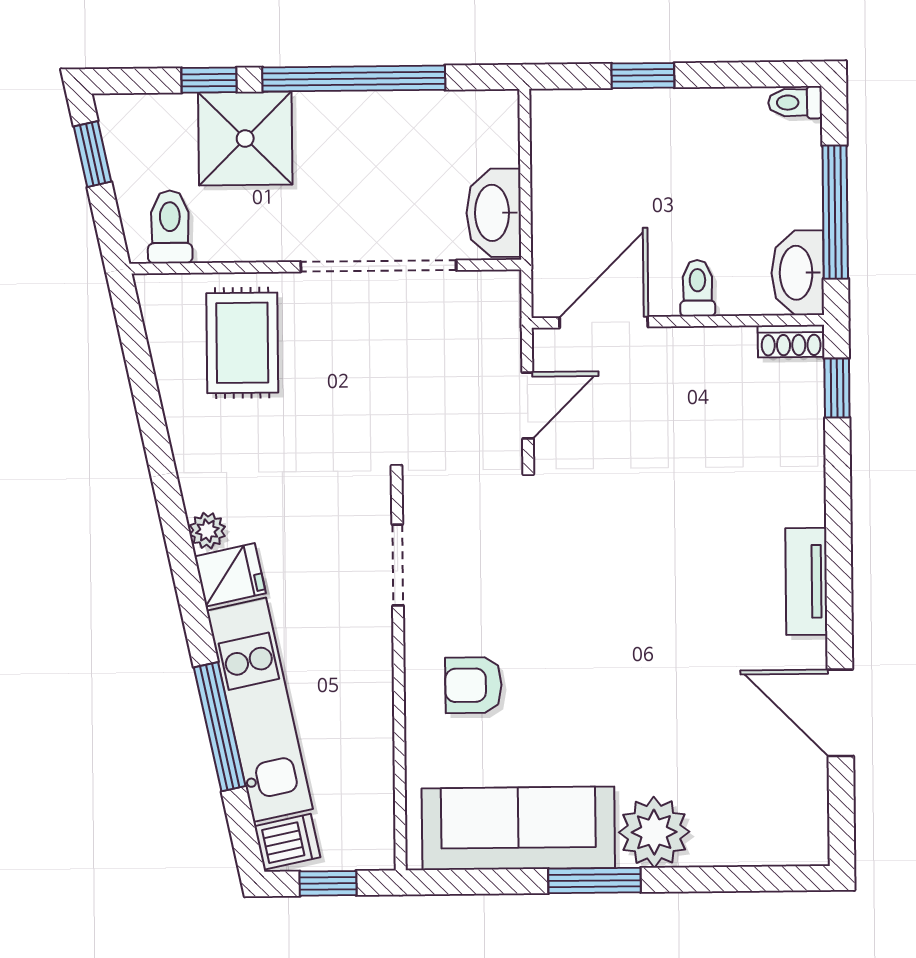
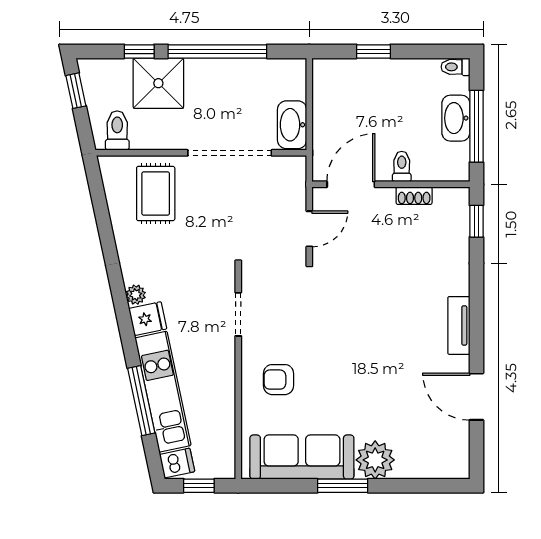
washbasin: (798, 273) -> (456, 118), moved
shoe rack: (791, 341) -> (414, 196), moved

